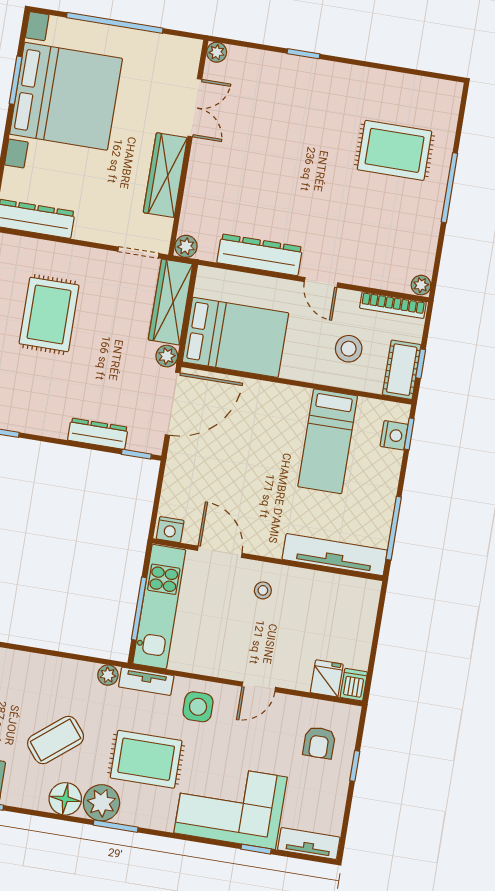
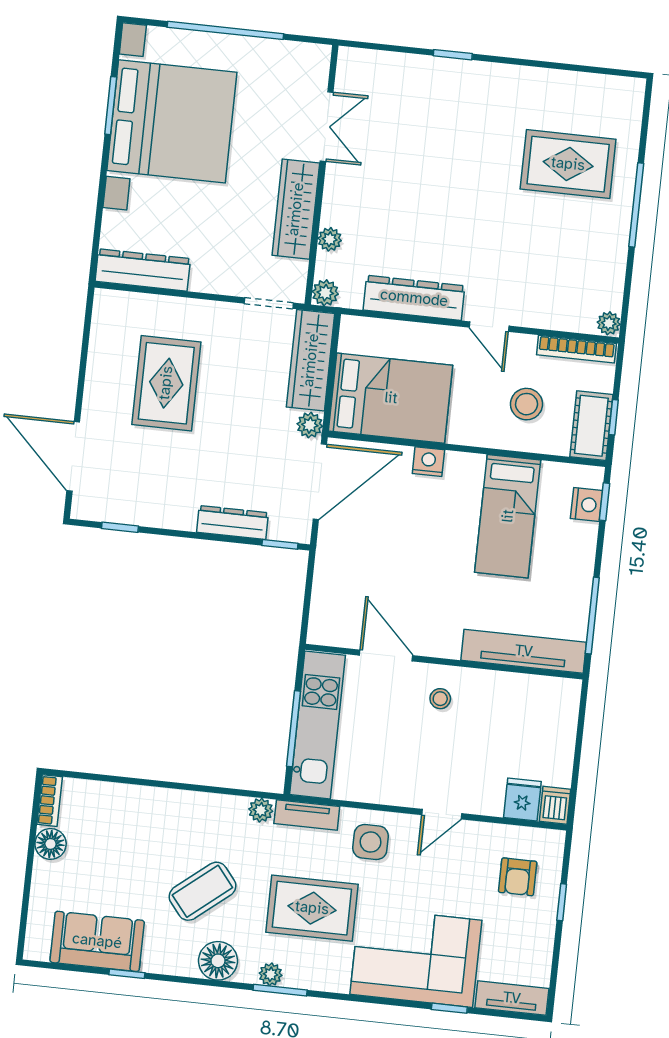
plant: (217, 52) -> (330, 239), moved
nightstand: (170, 530) -> (428, 462), moved, turned 180
plant: (101, 803) -> (271, 974), width x0.53, depth x0.53

